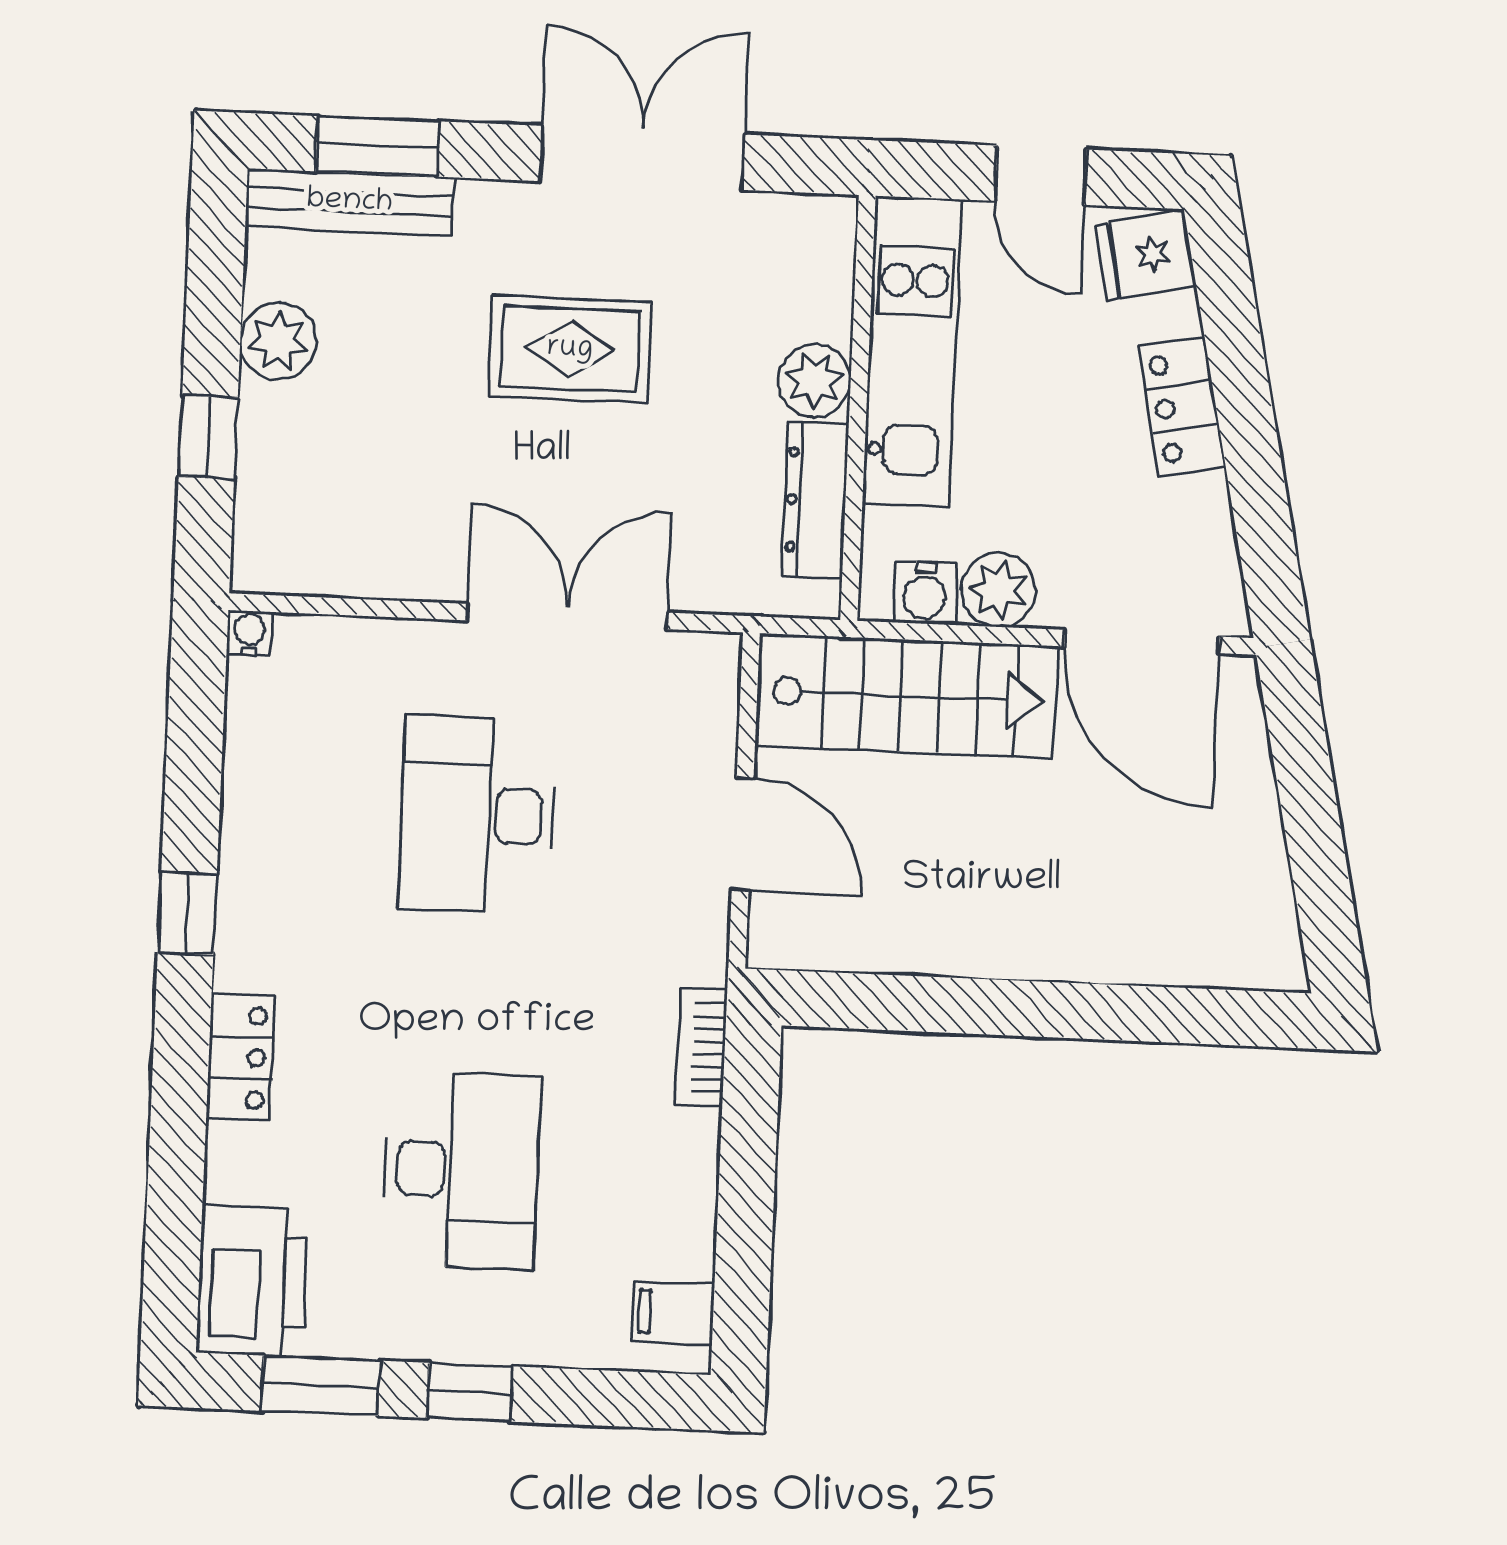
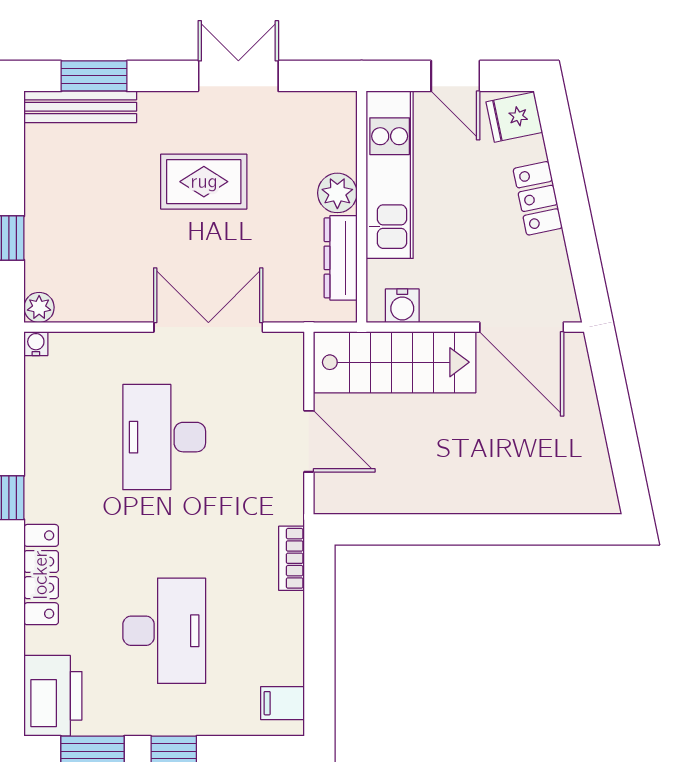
double door: (642, 158) -> (238, 76), width x0.73
plant: (278, 341) -> (39, 307), moved, width x0.73, depth x0.73
plant: (999, 590) -> (442, 302), removed
locker: (240, 1057) -> (41, 575), width x1.53

